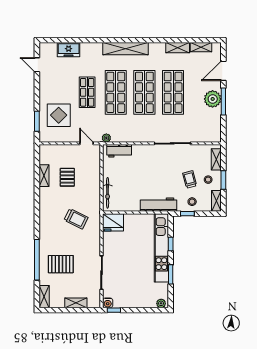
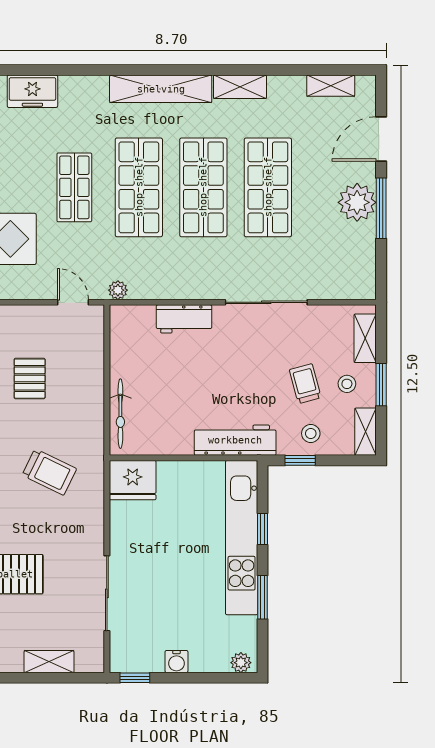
shelving: (178, 48) -> (240, 87), moved
workbench: (119, 151) -> (184, 319), moved
water cooler: (108, 303) -> (176, 662), moved

